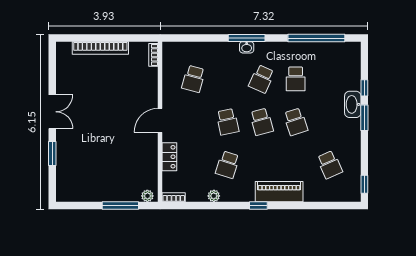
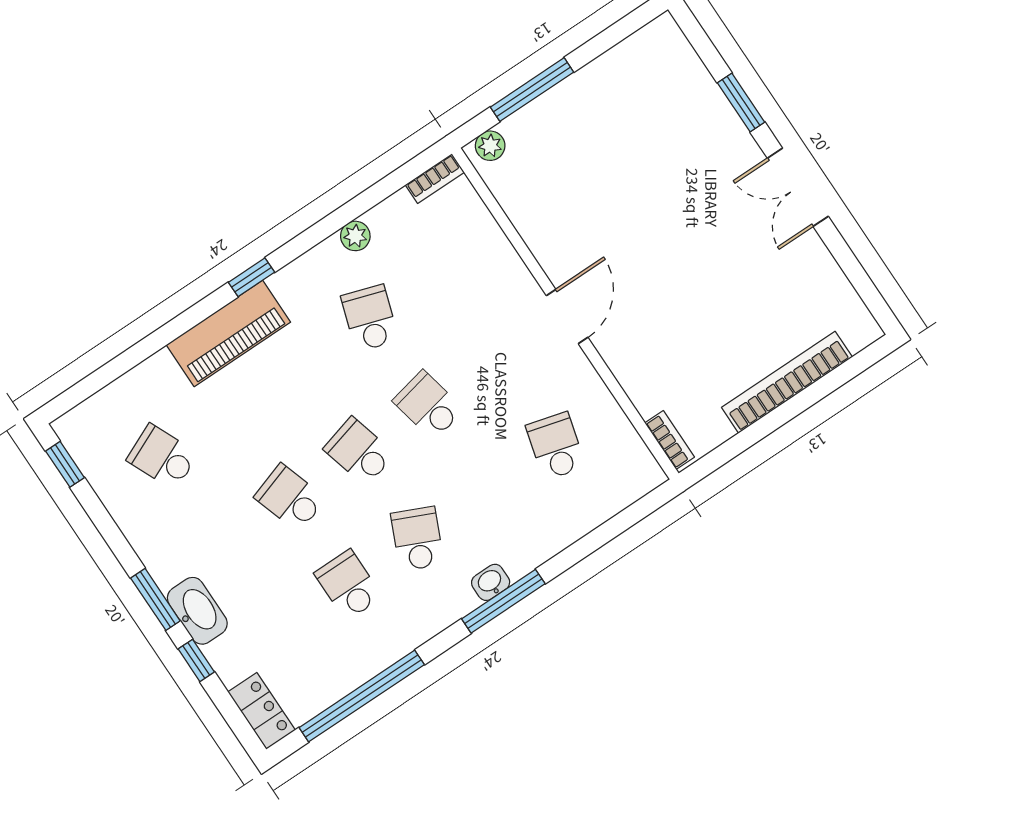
locker: (169, 157) -> (262, 711), moved, turned 180

